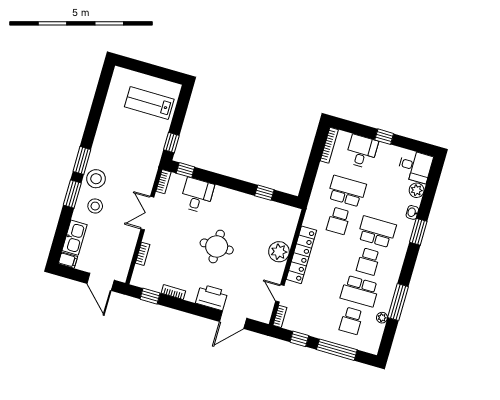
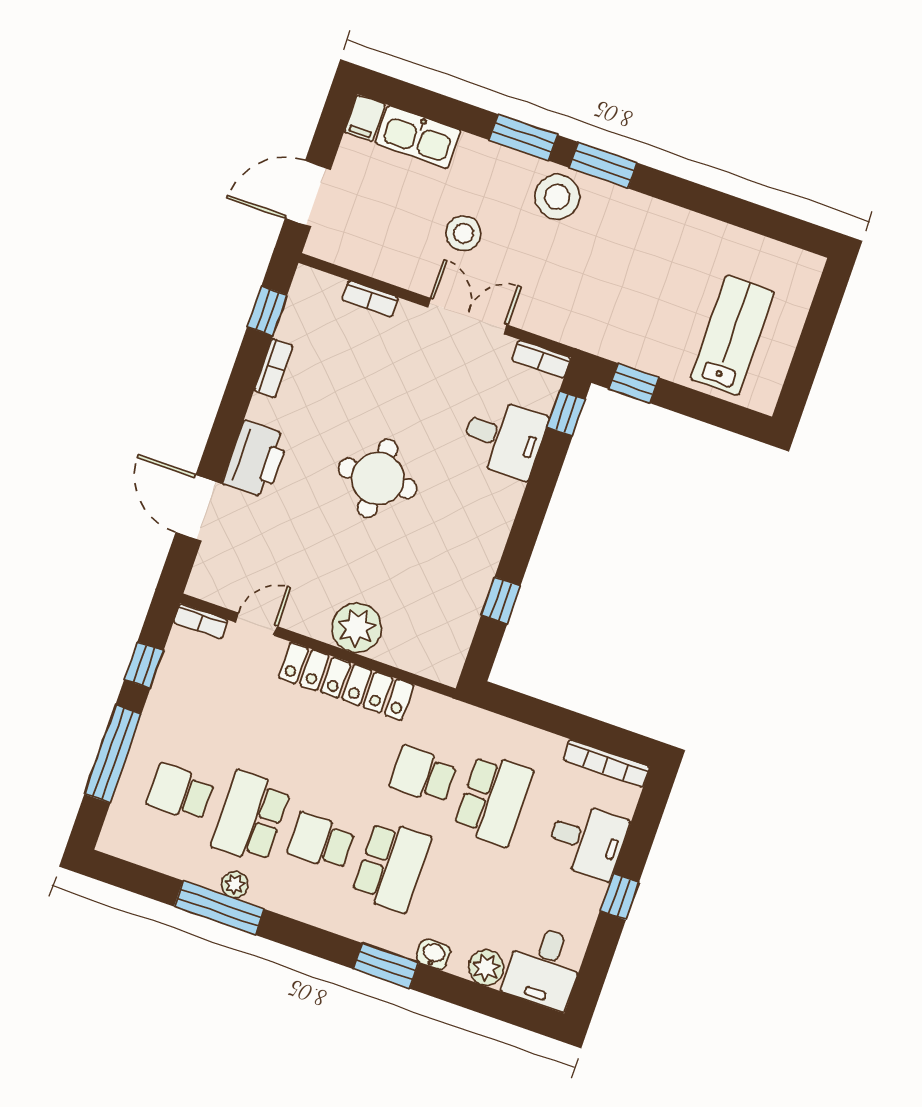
stool: (95, 206) -> (463, 233), moved
plant: (382, 318) -> (235, 885), moved

